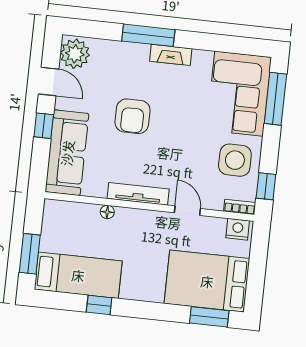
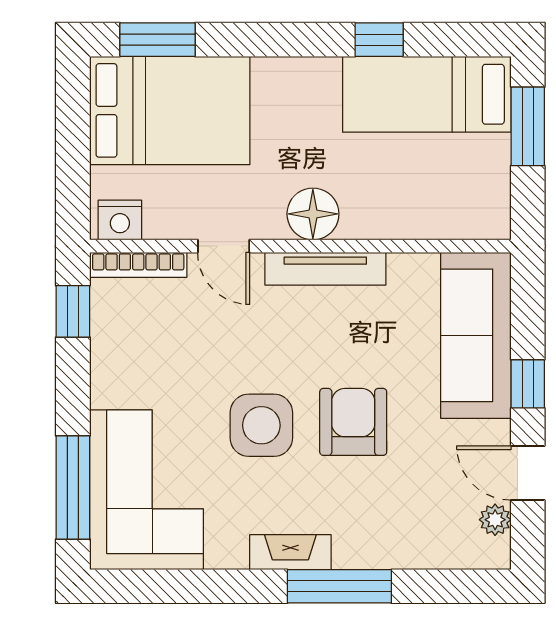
plant: (75, 54) -> (495, 520), width x0.53, depth x0.53
side table: (235, 160) -> (261, 425), moved
bookcase: (240, 207) -> (138, 265), width x1.56
floor lamp: (107, 212) -> (313, 214), moved, width x1.89, depth x1.89

